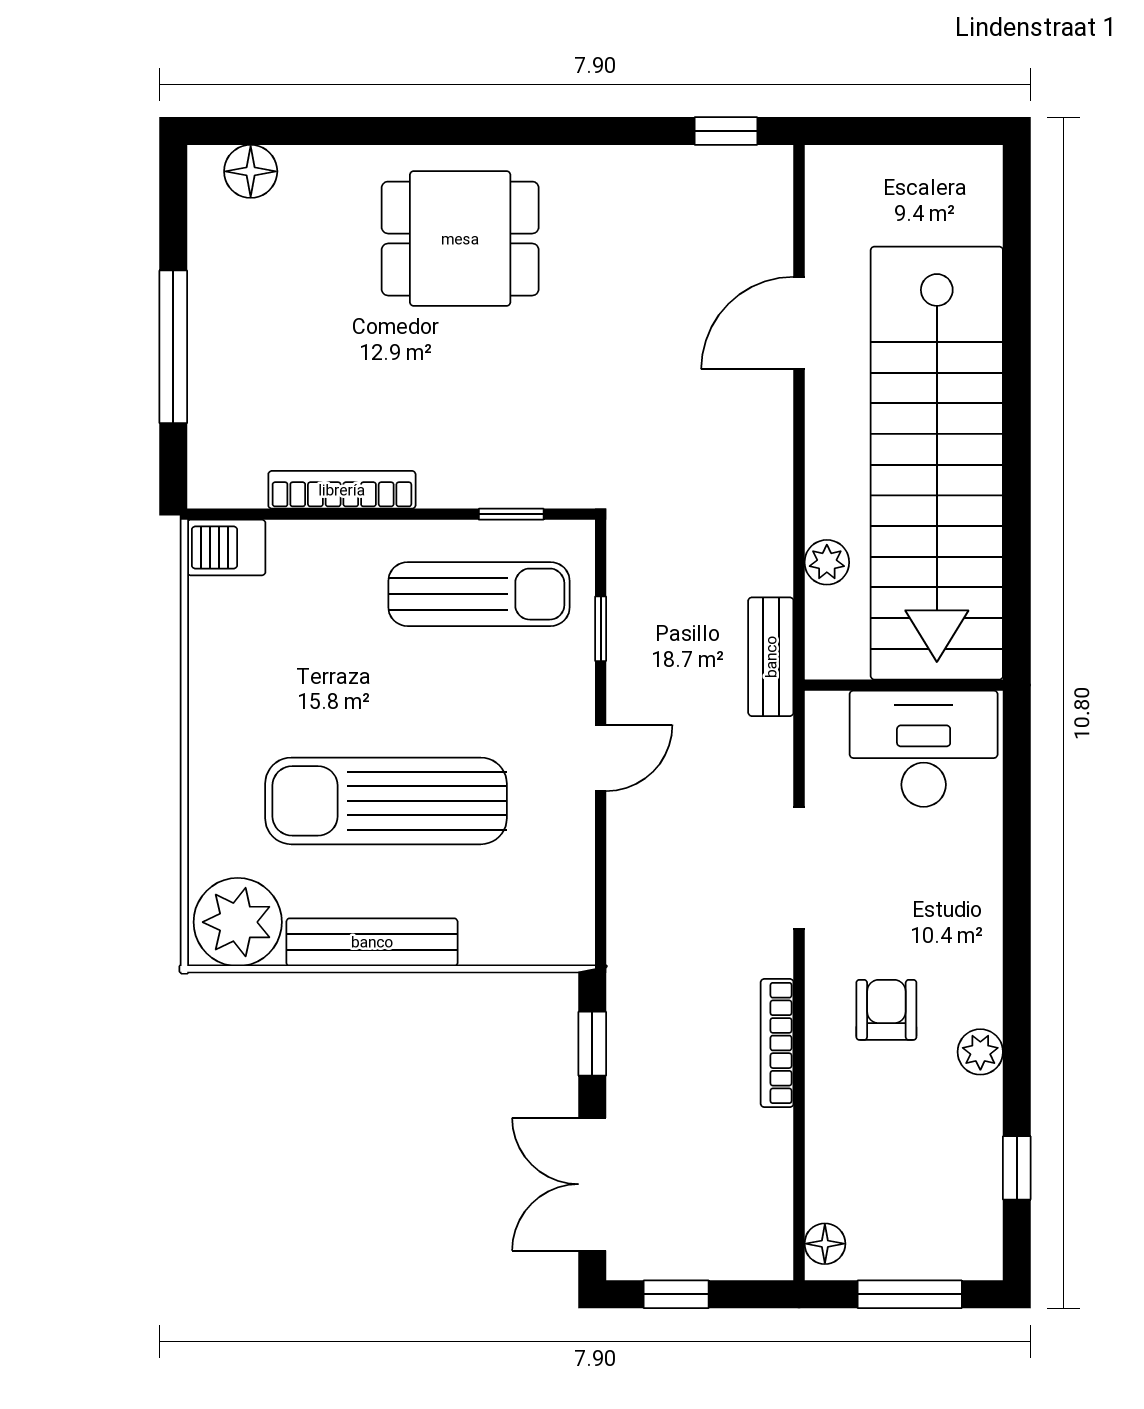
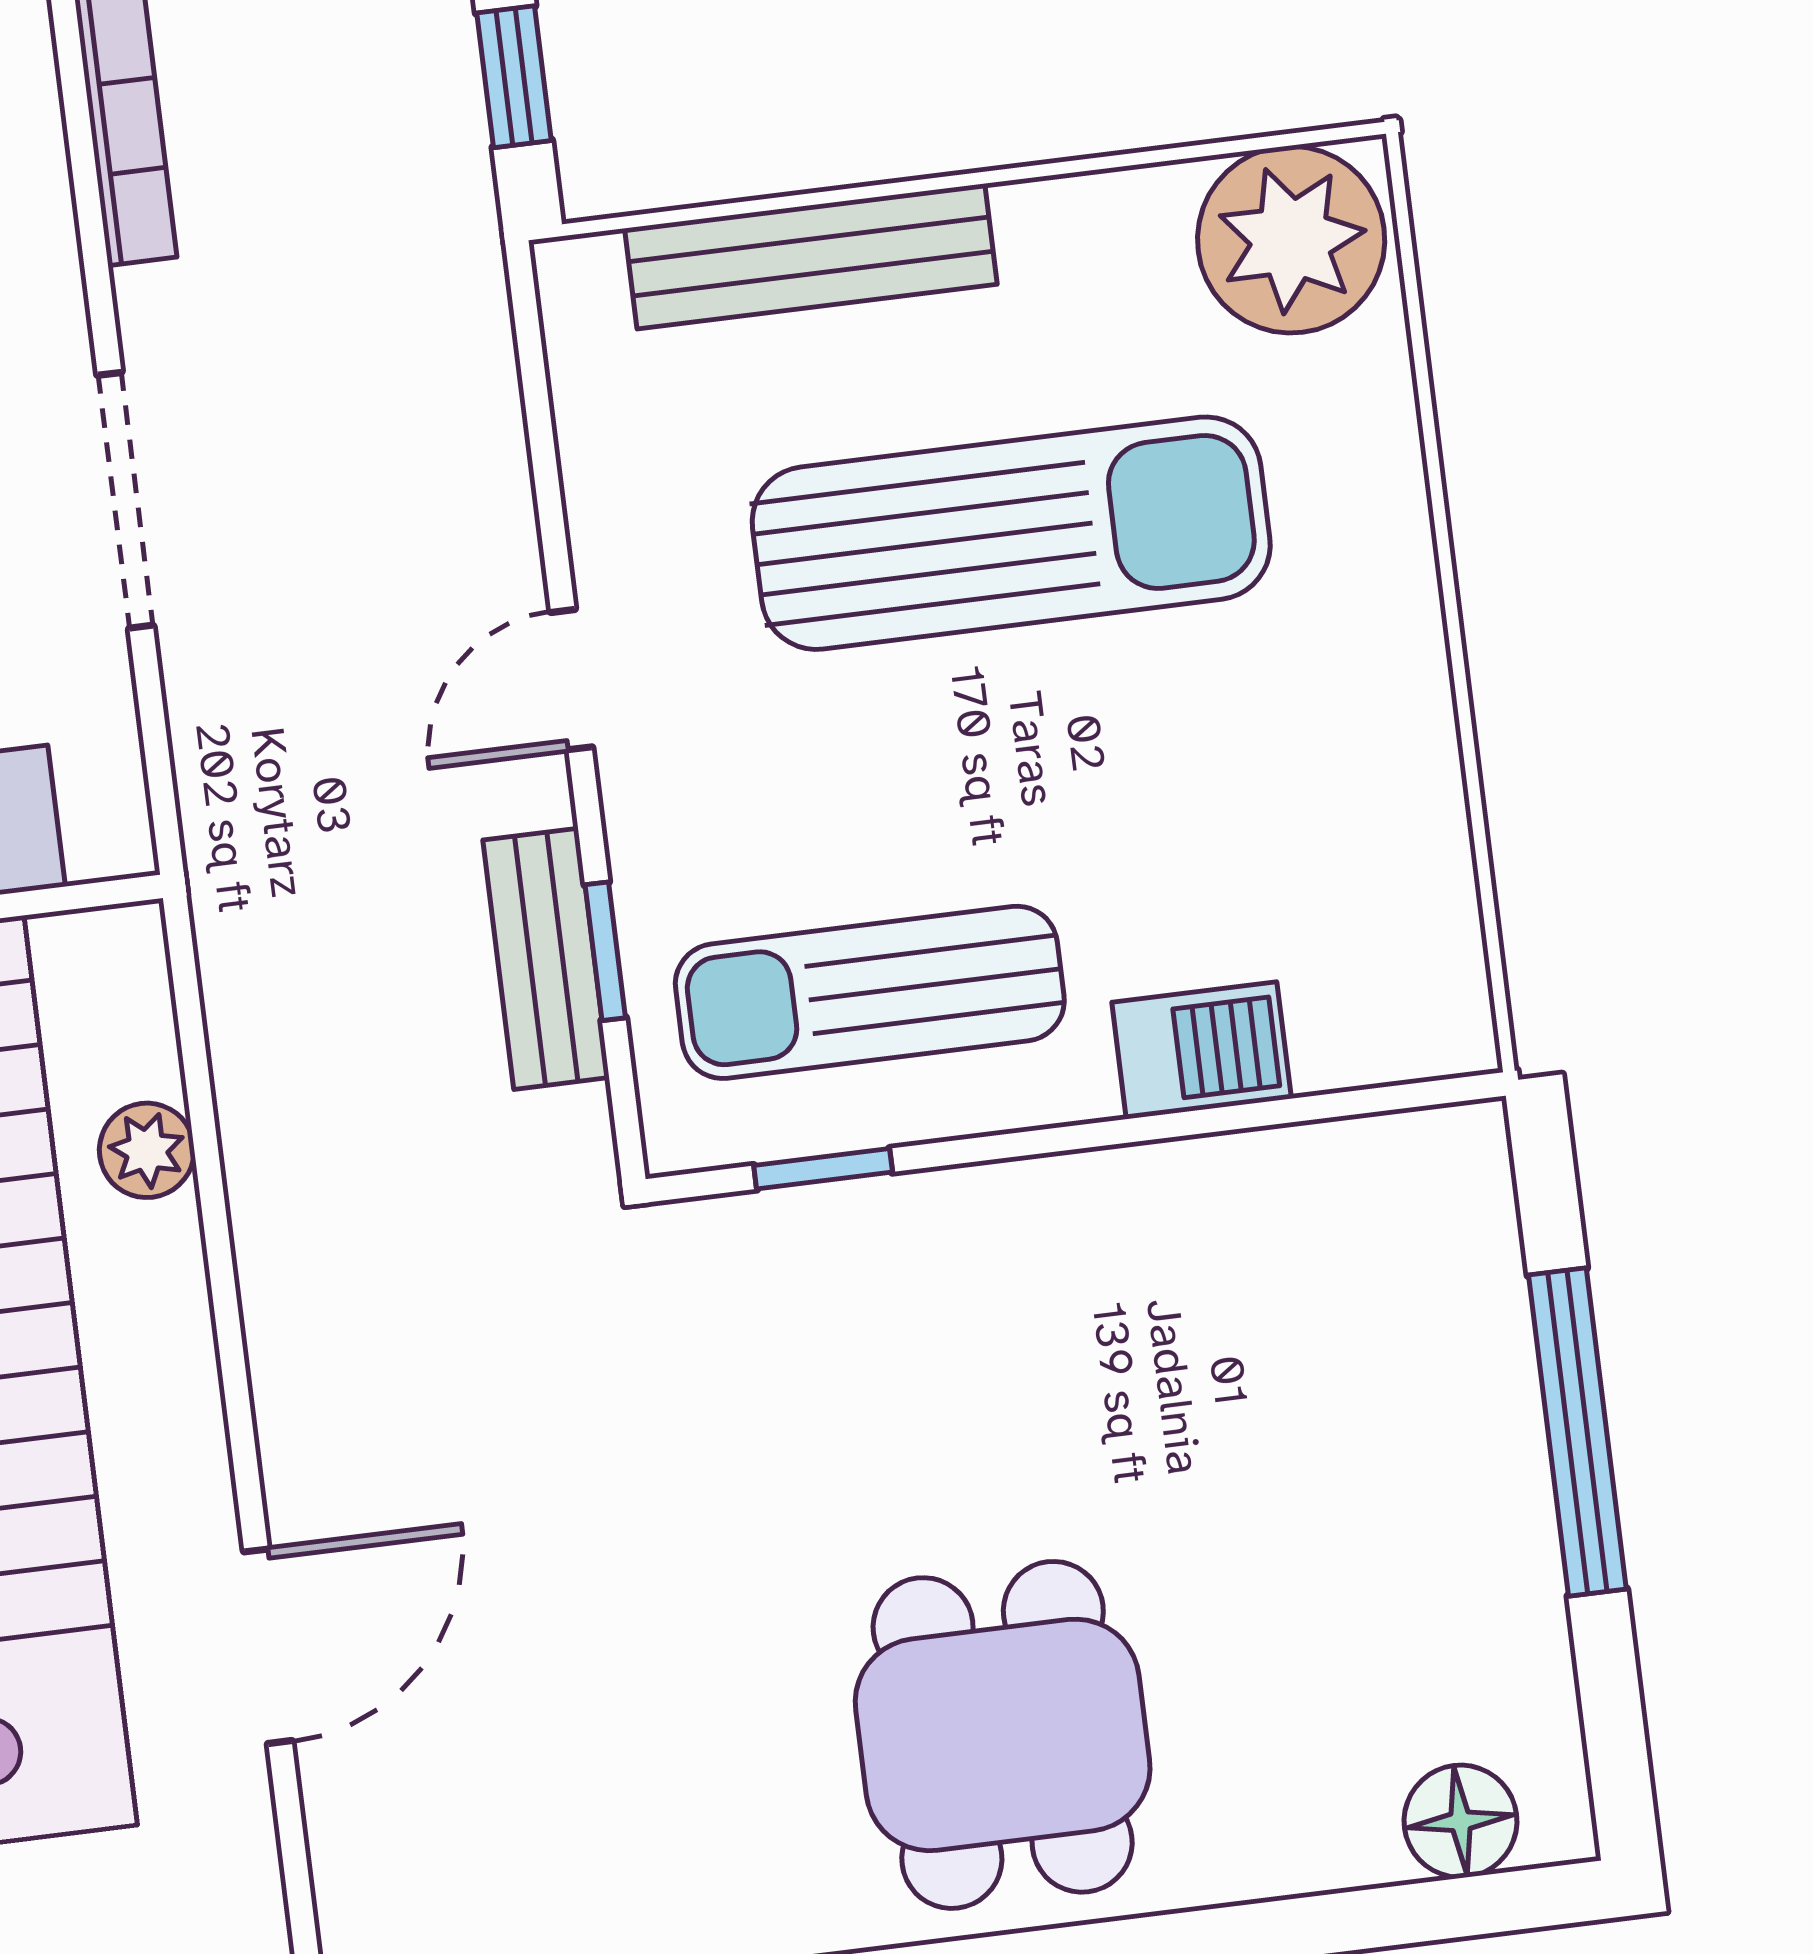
dining table: (460, 239) -> (1003, 1735), turned 90
bookcase: (342, 490) -> (1185, 1176), removed
barbecue: (226, 548) -> (1202, 1050), moved
bench: (771, 657) -> (546, 959), moved
bench: (372, 942) -> (811, 256), moved

